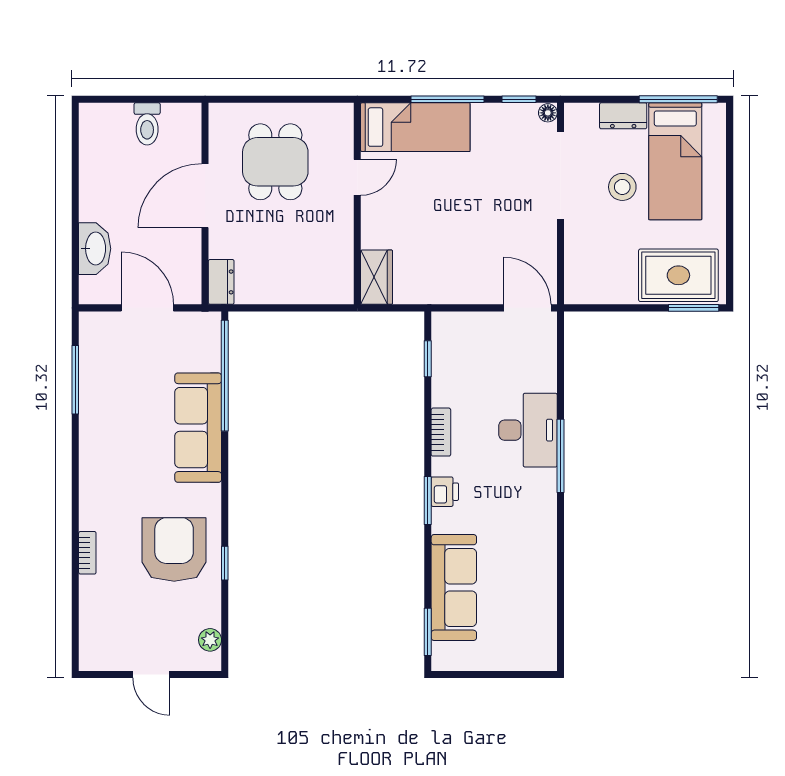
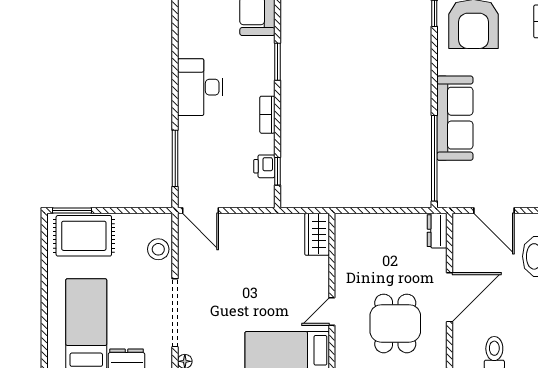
stool: (622, 187) -> (158, 249), moved
desk: (528, 430) -> (200, 87), moved
window: (560, 456) -> (175, 158), moved
printer: (445, 492) -> (264, 166), moved

